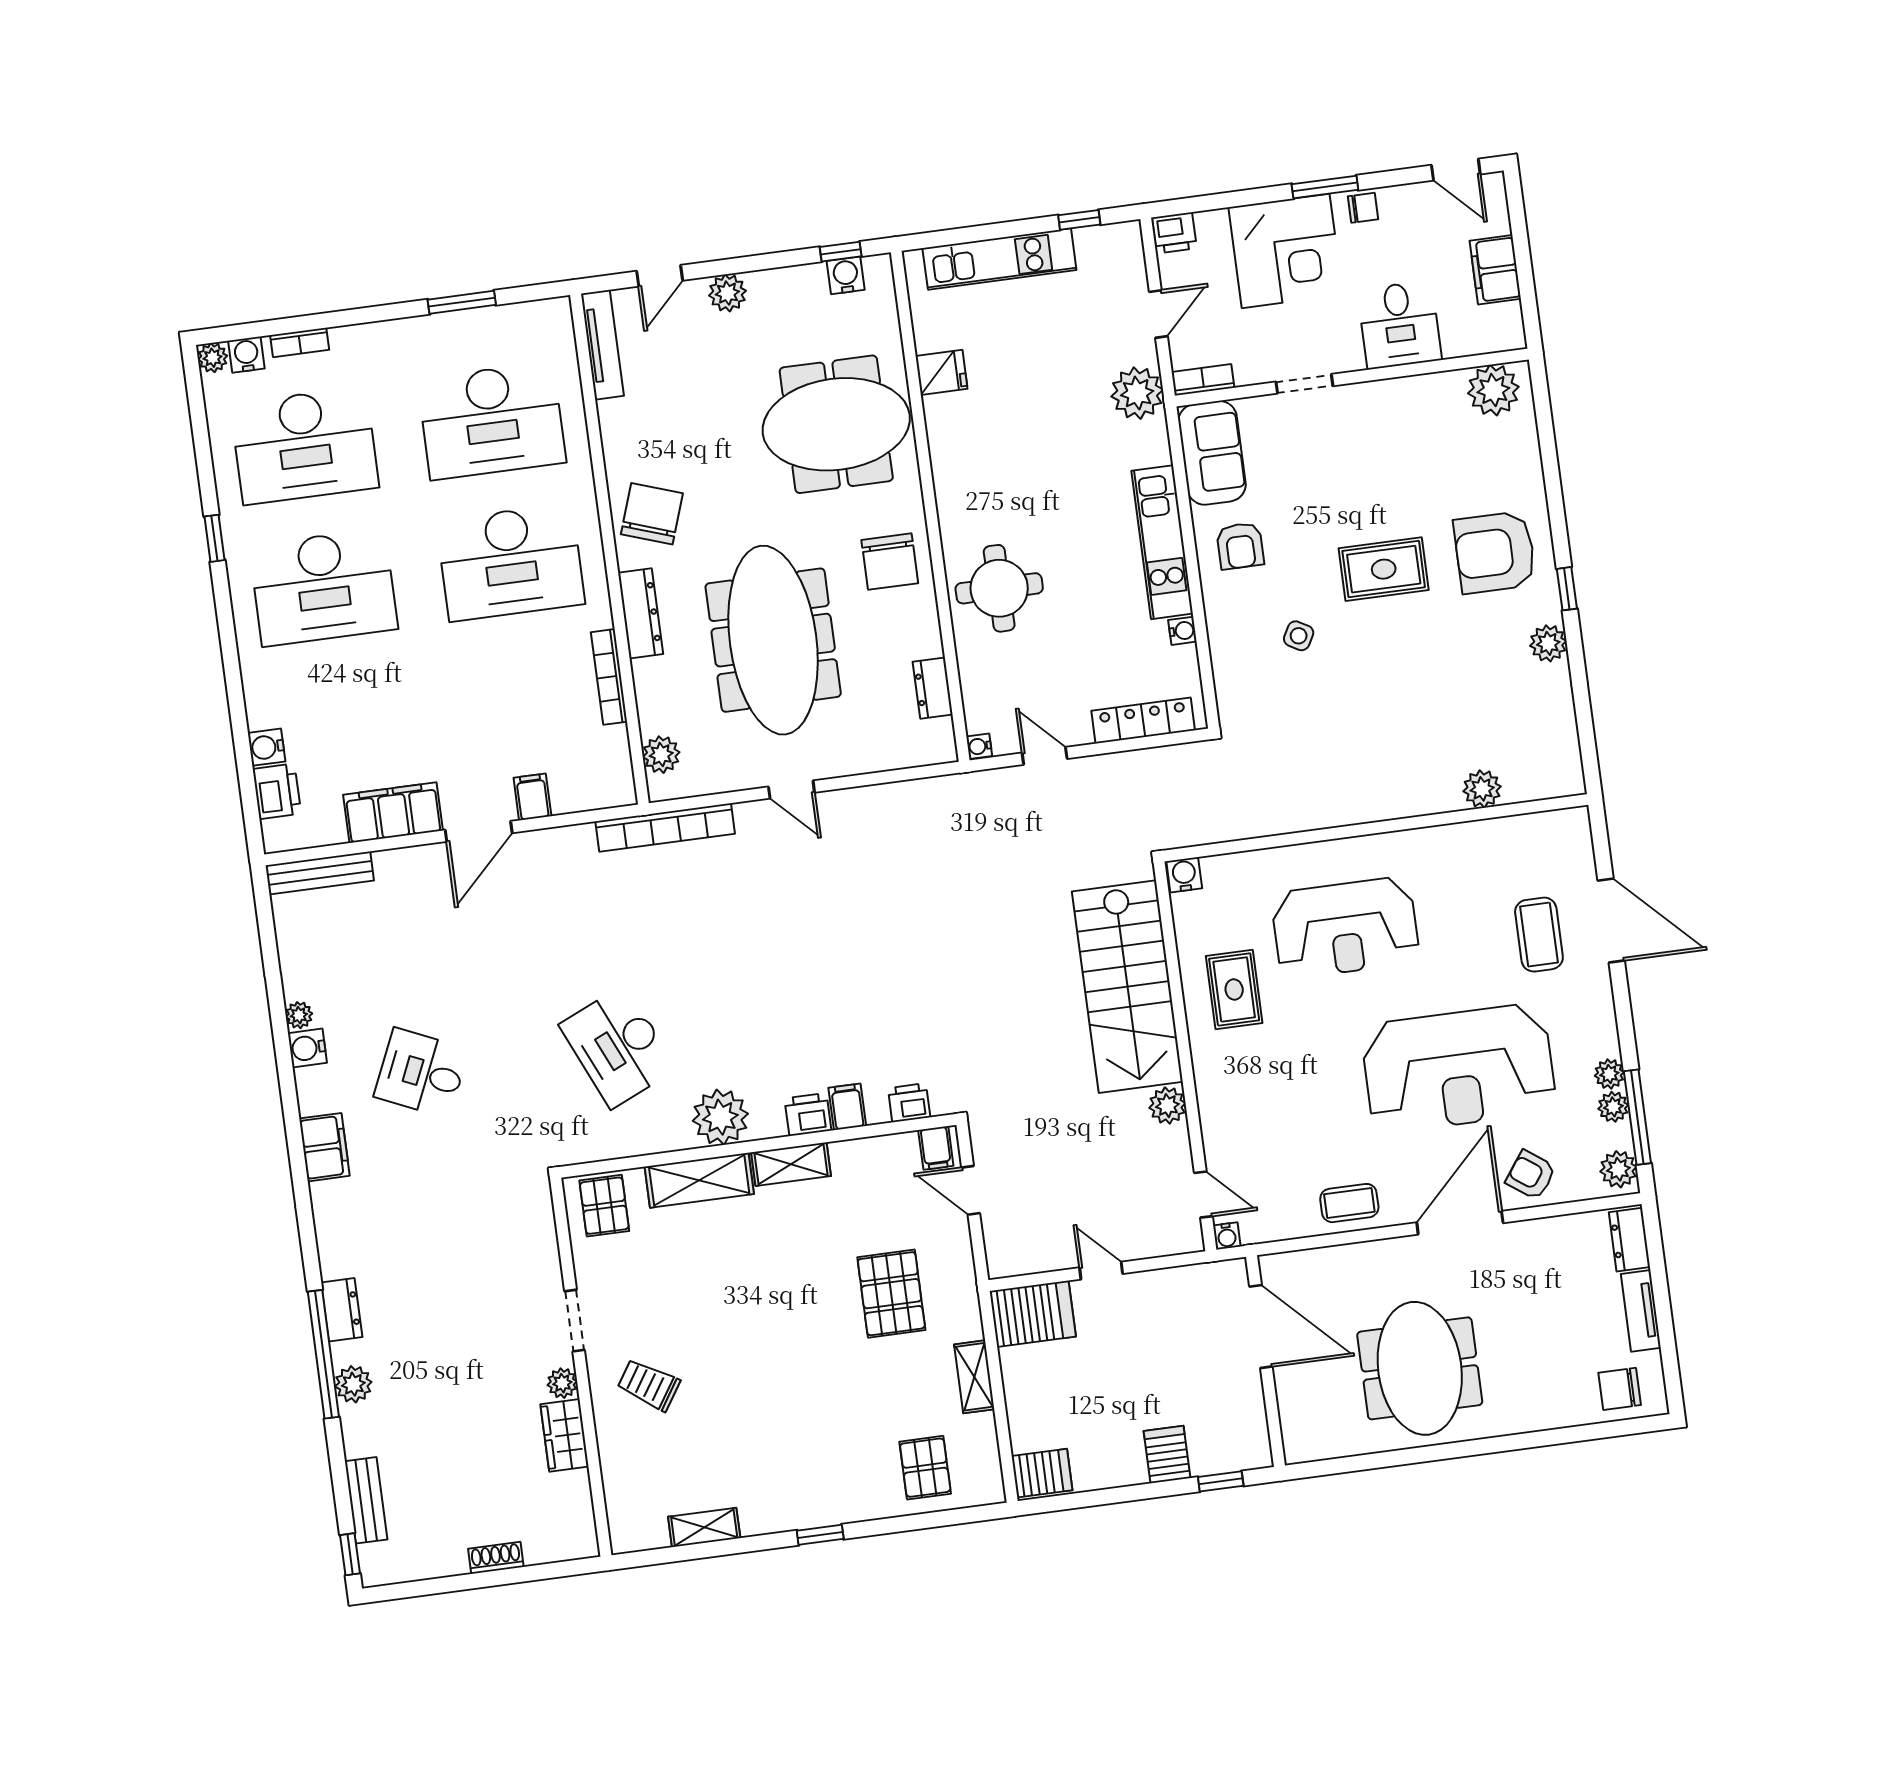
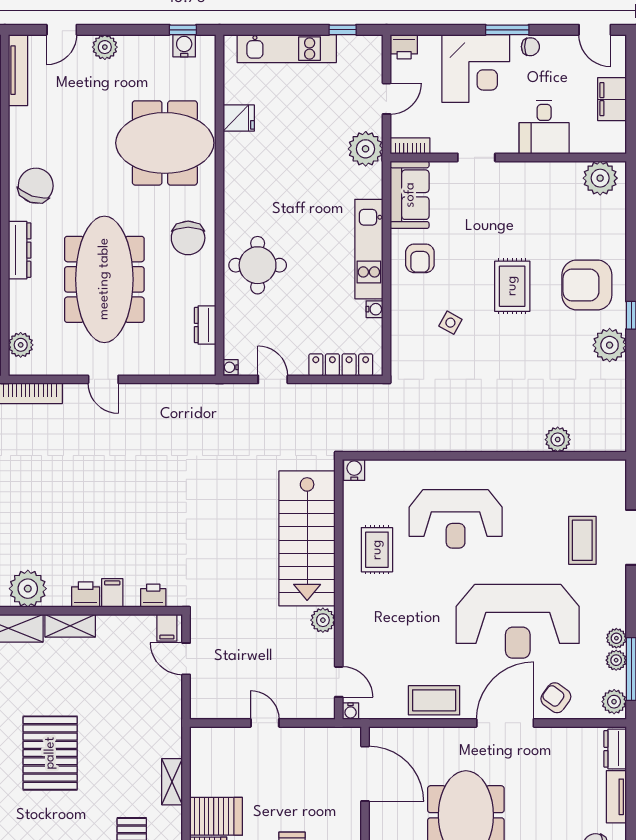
rug: (1384, 569) -> (512, 286), turned 90
plant: (1548, 643) -> (610, 345), width x1.36, depth x1.36
coffee table: (1349, 1203) -> (434, 700), width x1.36, depth x1.30
pallet: (891, 1294) -> (50, 753), moved, width x1.37, depth x1.41
server rack: (1033, 1314) -> (216, 816), moved

